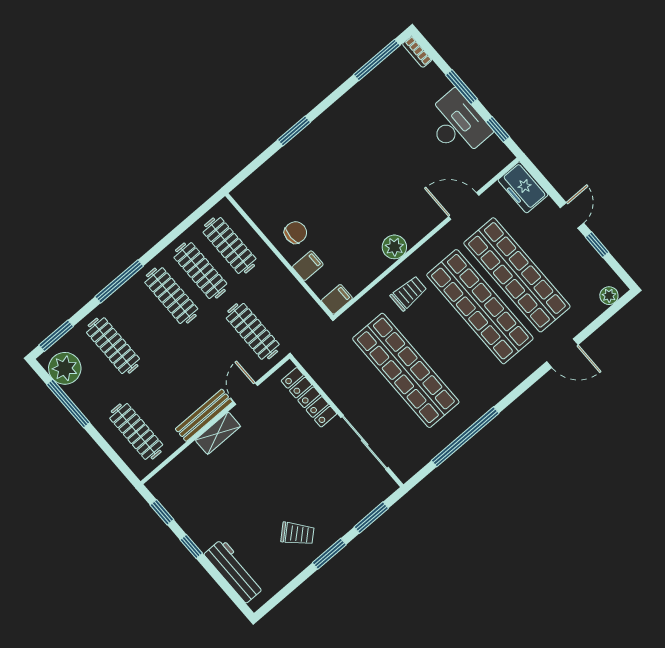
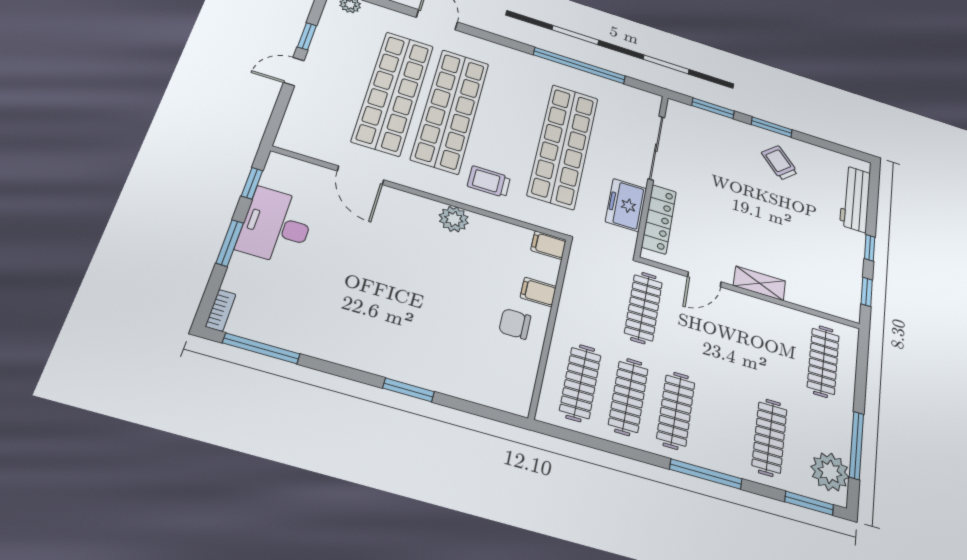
freezer: (523, 187) -> (626, 205), moved, turned 180
bench: (204, 415) -> (756, 306), removed

